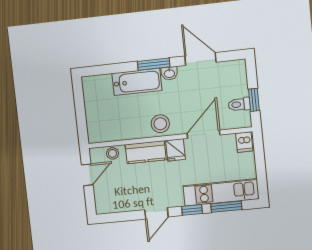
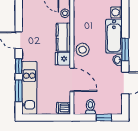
washing machine: (104, 82) -> (116, 12), added
window: (254, 100) -> (104, 118), moved

